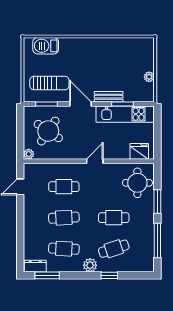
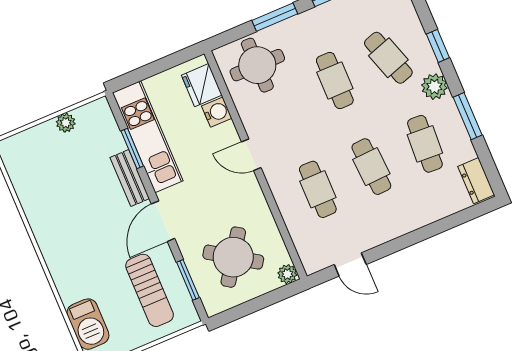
sun lounger: (49, 83) -> (150, 290), turned 180
water cooler: (123, 153) -> (217, 112), added
window: (47, 275) -> (468, 116), moved

